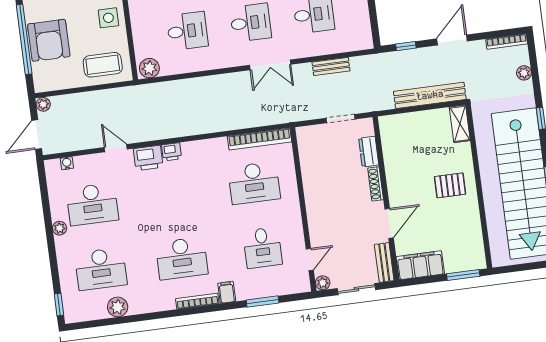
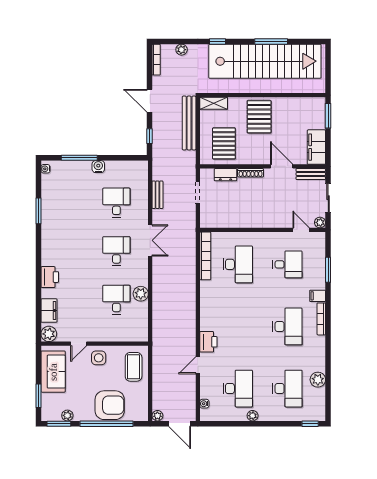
plant: (149, 68) -> (141, 294), moved
pallet: (409, 144) -> (224, 143), added
printer: (172, 152) -> (206, 323), removed
pallet: (450, 185) -> (259, 117), width x1.50, depth x1.42

